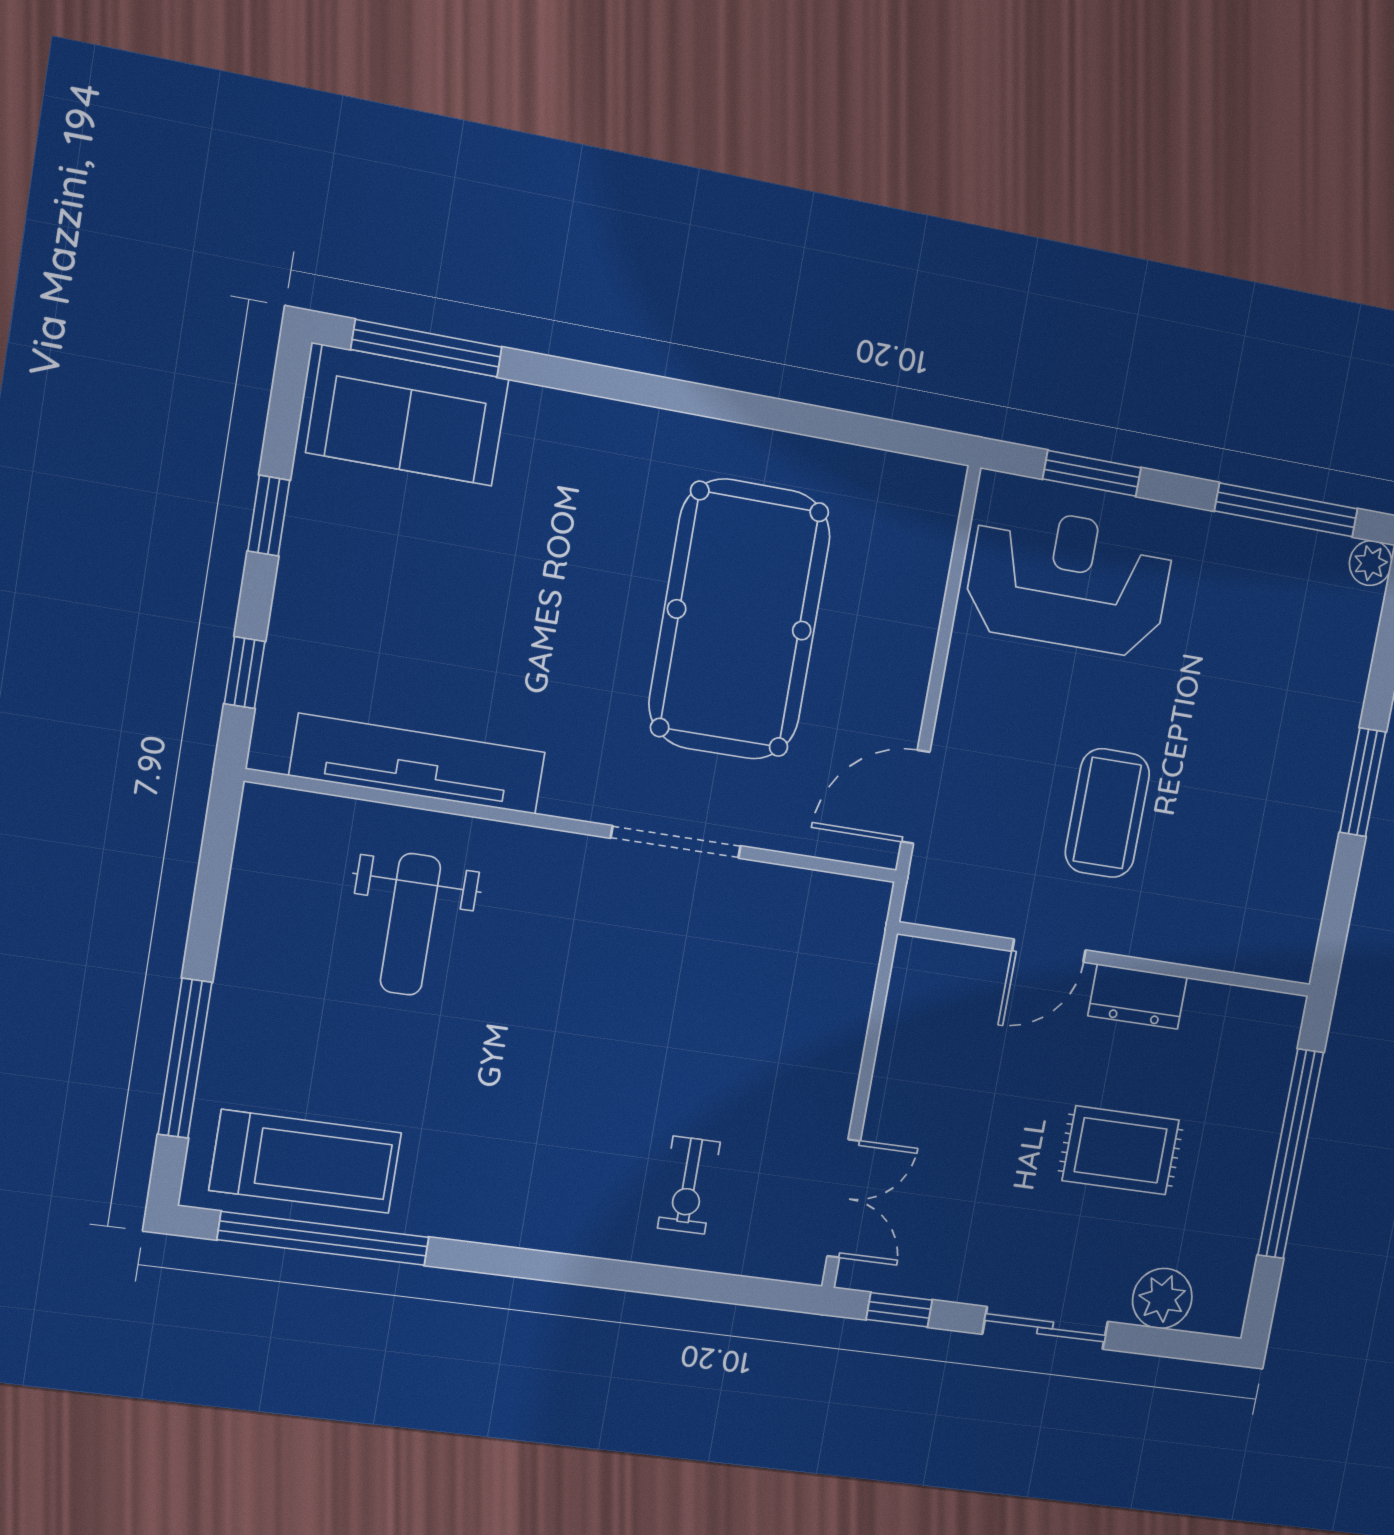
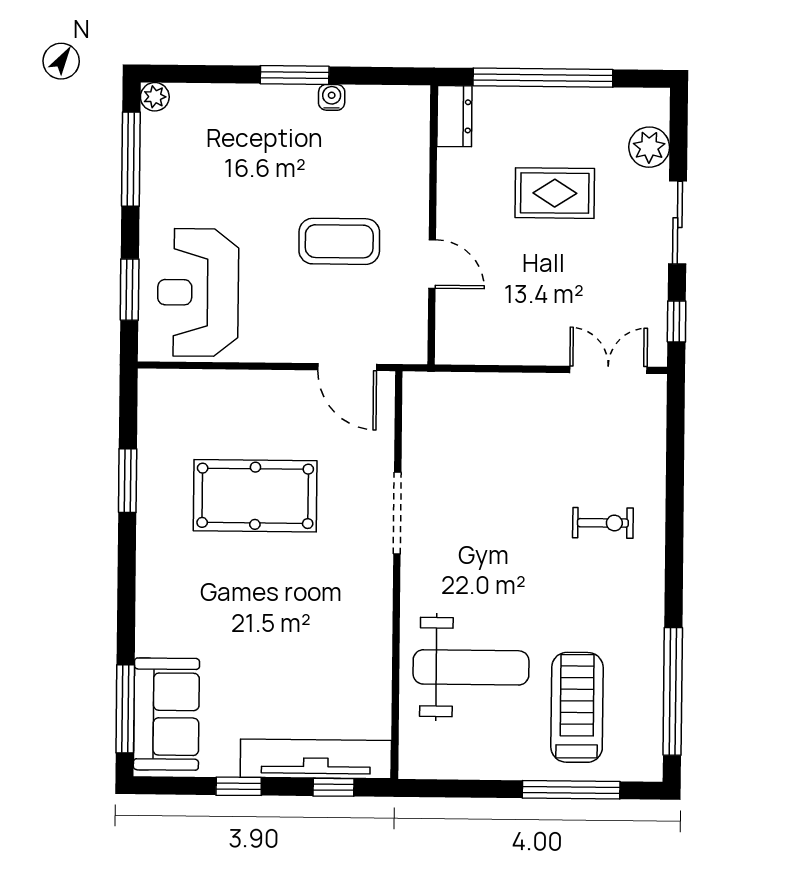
window: (797, 418) -> (128, 481), added
pool table: (739, 620) -> (255, 496), width x0.73, depth x0.76
tv unit: (418, 764) -> (316, 759), moved, turned 90
water cooler: (1320, 834) -> (332, 97), added
weight bench: (410, 924) -> (471, 667), width x1.36, depth x1.33
dresser: (1138, 997) -> (454, 116), moved
rug: (1121, 1150) -> (555, 193), turned 90
treadmill: (305, 1162) -> (577, 707), moved
exercise bike: (689, 1185) -> (603, 523), moved

